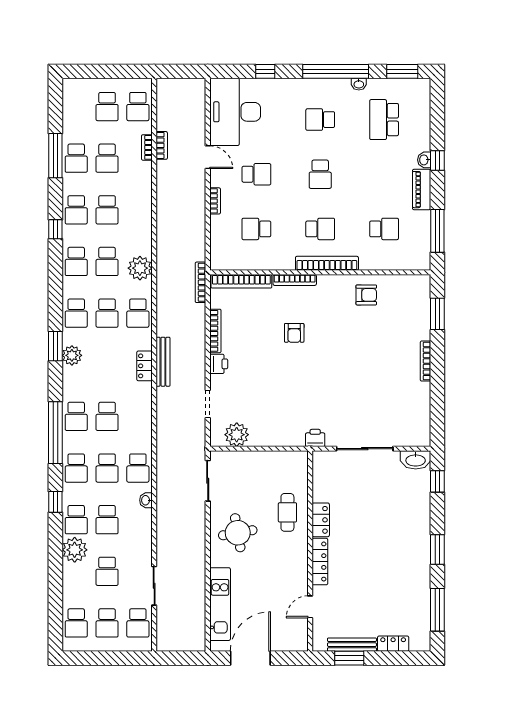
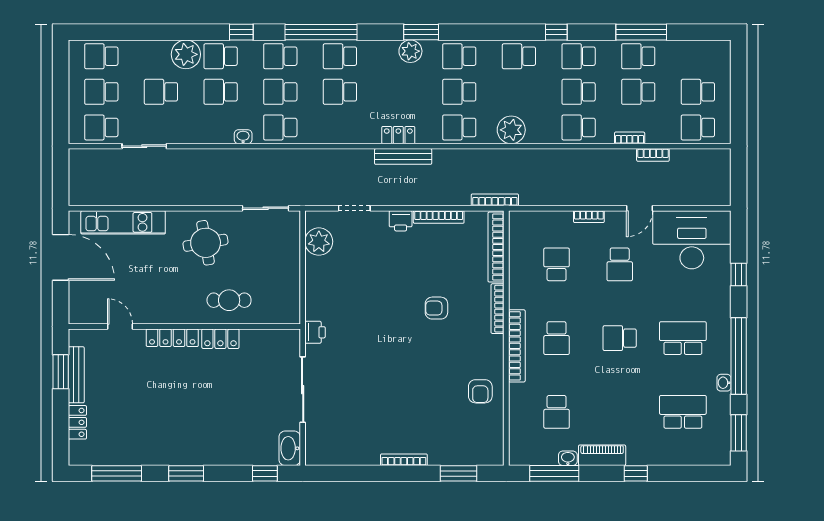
school desk: (320, 120) -> (683, 338), width x1.85
bookcase: (147, 147) -> (630, 138), moved
washbasin: (424, 160) -> (568, 458), moved
school desk: (107, 261) -> (579, 127), moved

